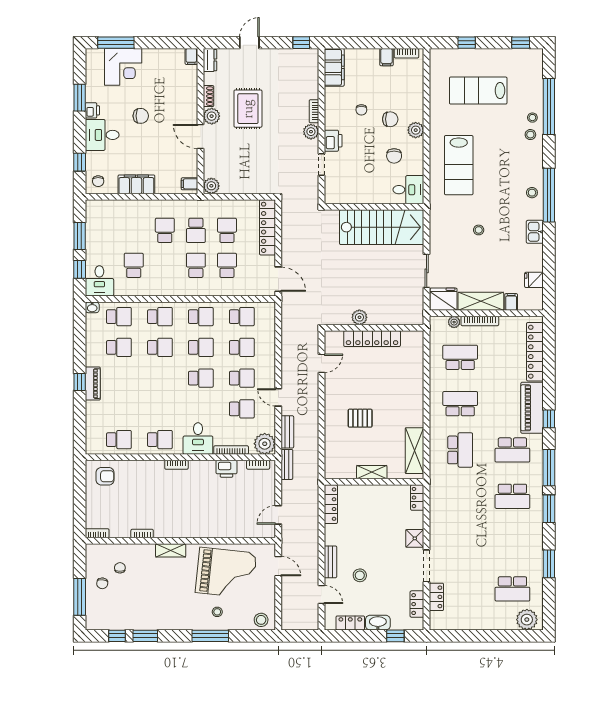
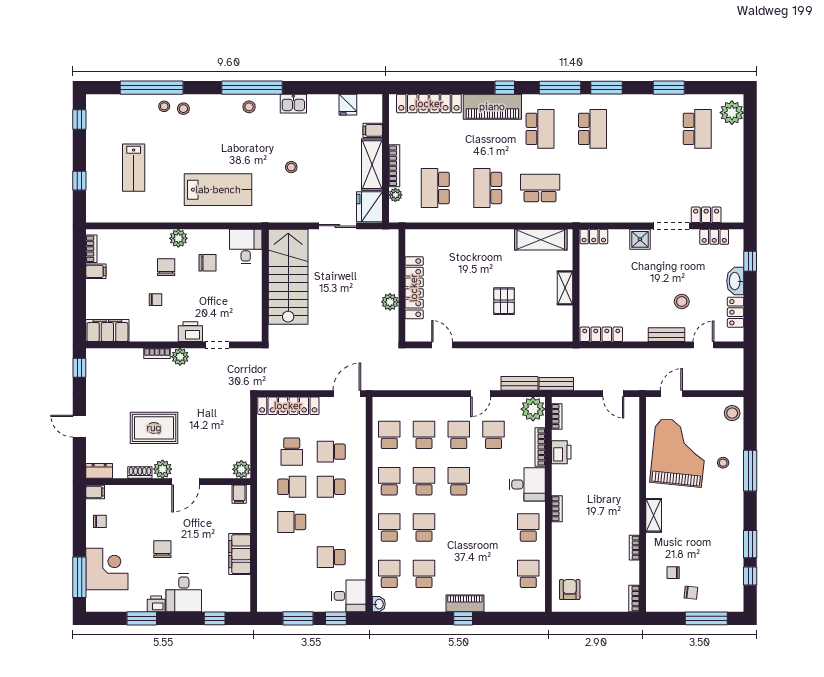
lab bench: (478, 91) -> (134, 168), width x0.73, depth x0.72
chair: (98, 181) -> (100, 521), moved
school desk: (227, 230) -> (292, 452), turned -90

